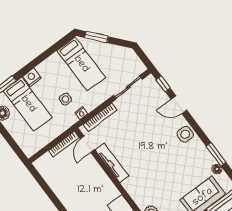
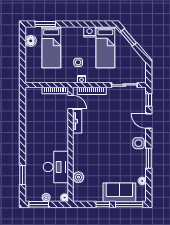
nightstand: (32, 77) -> (90, 32), moved
door: (87, 144) -> (71, 102), swing flipped
window: (216, 154) -> (149, 158), moved
tv unit: (112, 163) -> (77, 121), width x0.71

